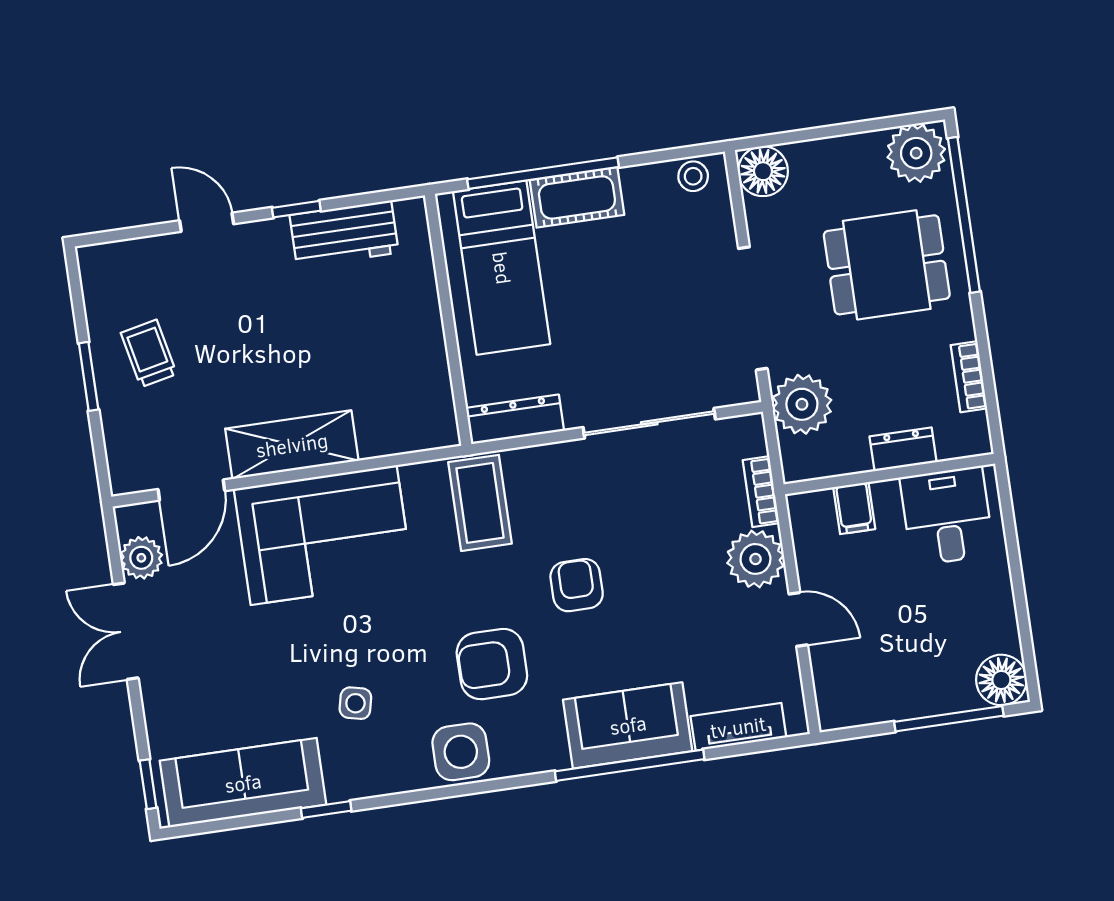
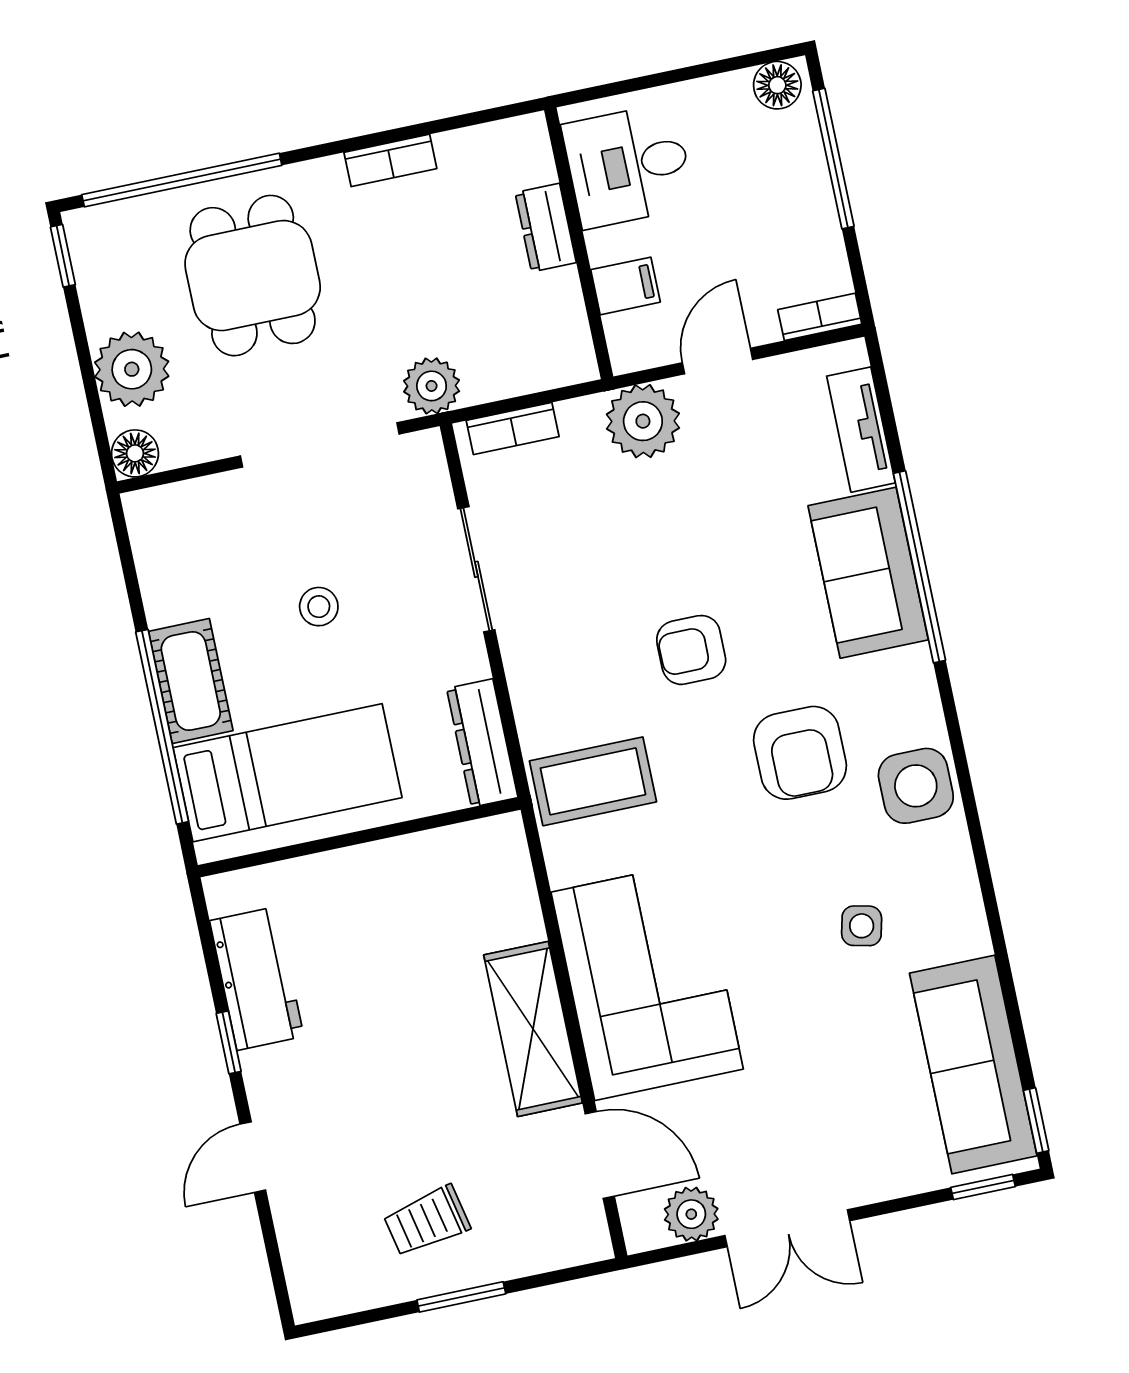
window: (911, 119) -> (63, 256), added
plant: (916, 153) -> (132, 369), moved
floor lamp: (763, 171) -> (135, 453), width x0.73, depth x0.73
stool: (693, 176) -> (319, 607), moved
plant: (802, 404) -> (432, 386), width x0.73, depth x0.73
sliding door: (649, 423) -> (476, 569), width x0.73
dresser: (903, 449) -> (546, 228), moved
wall: (889, 474) -> (579, 243), moved
bookcase: (761, 492) -> (513, 429), moved
filing cabinet: (854, 508) -> (625, 286), moved
desk: (947, 516) -> (628, 166), moved
floor lamp: (1001, 680) -> (777, 85), width x0.73, depth x0.73
bookcase: (827, 701) -> (820, 317), added
window: (326, 810) -> (1036, 1121), moved

